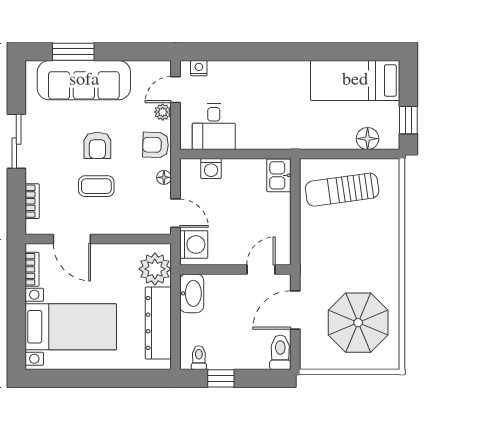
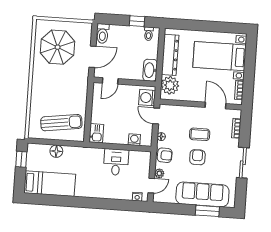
desk: (214, 127) -> (116, 162), moved
floor lamp: (368, 139) -> (56, 151), moved

